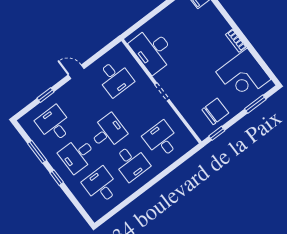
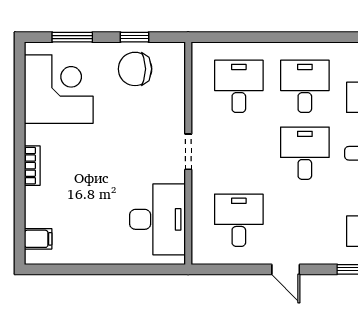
bookcase: (236, 41) -> (32, 166), moved
desk: (108, 132) -> (305, 153), turned 90
window: (217, 133) -> (135, 37), moved
desk: (162, 140) -> (239, 86), turned 180

